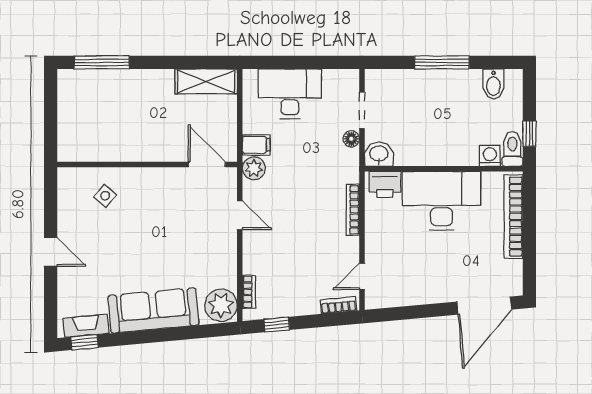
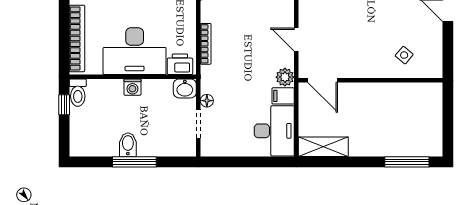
bidet: (493, 84) -> (128, 145), moved
desk: (290, 94) -> (274, 131), moved, turned -90
washing machine: (490, 156) -> (132, 87), moved

